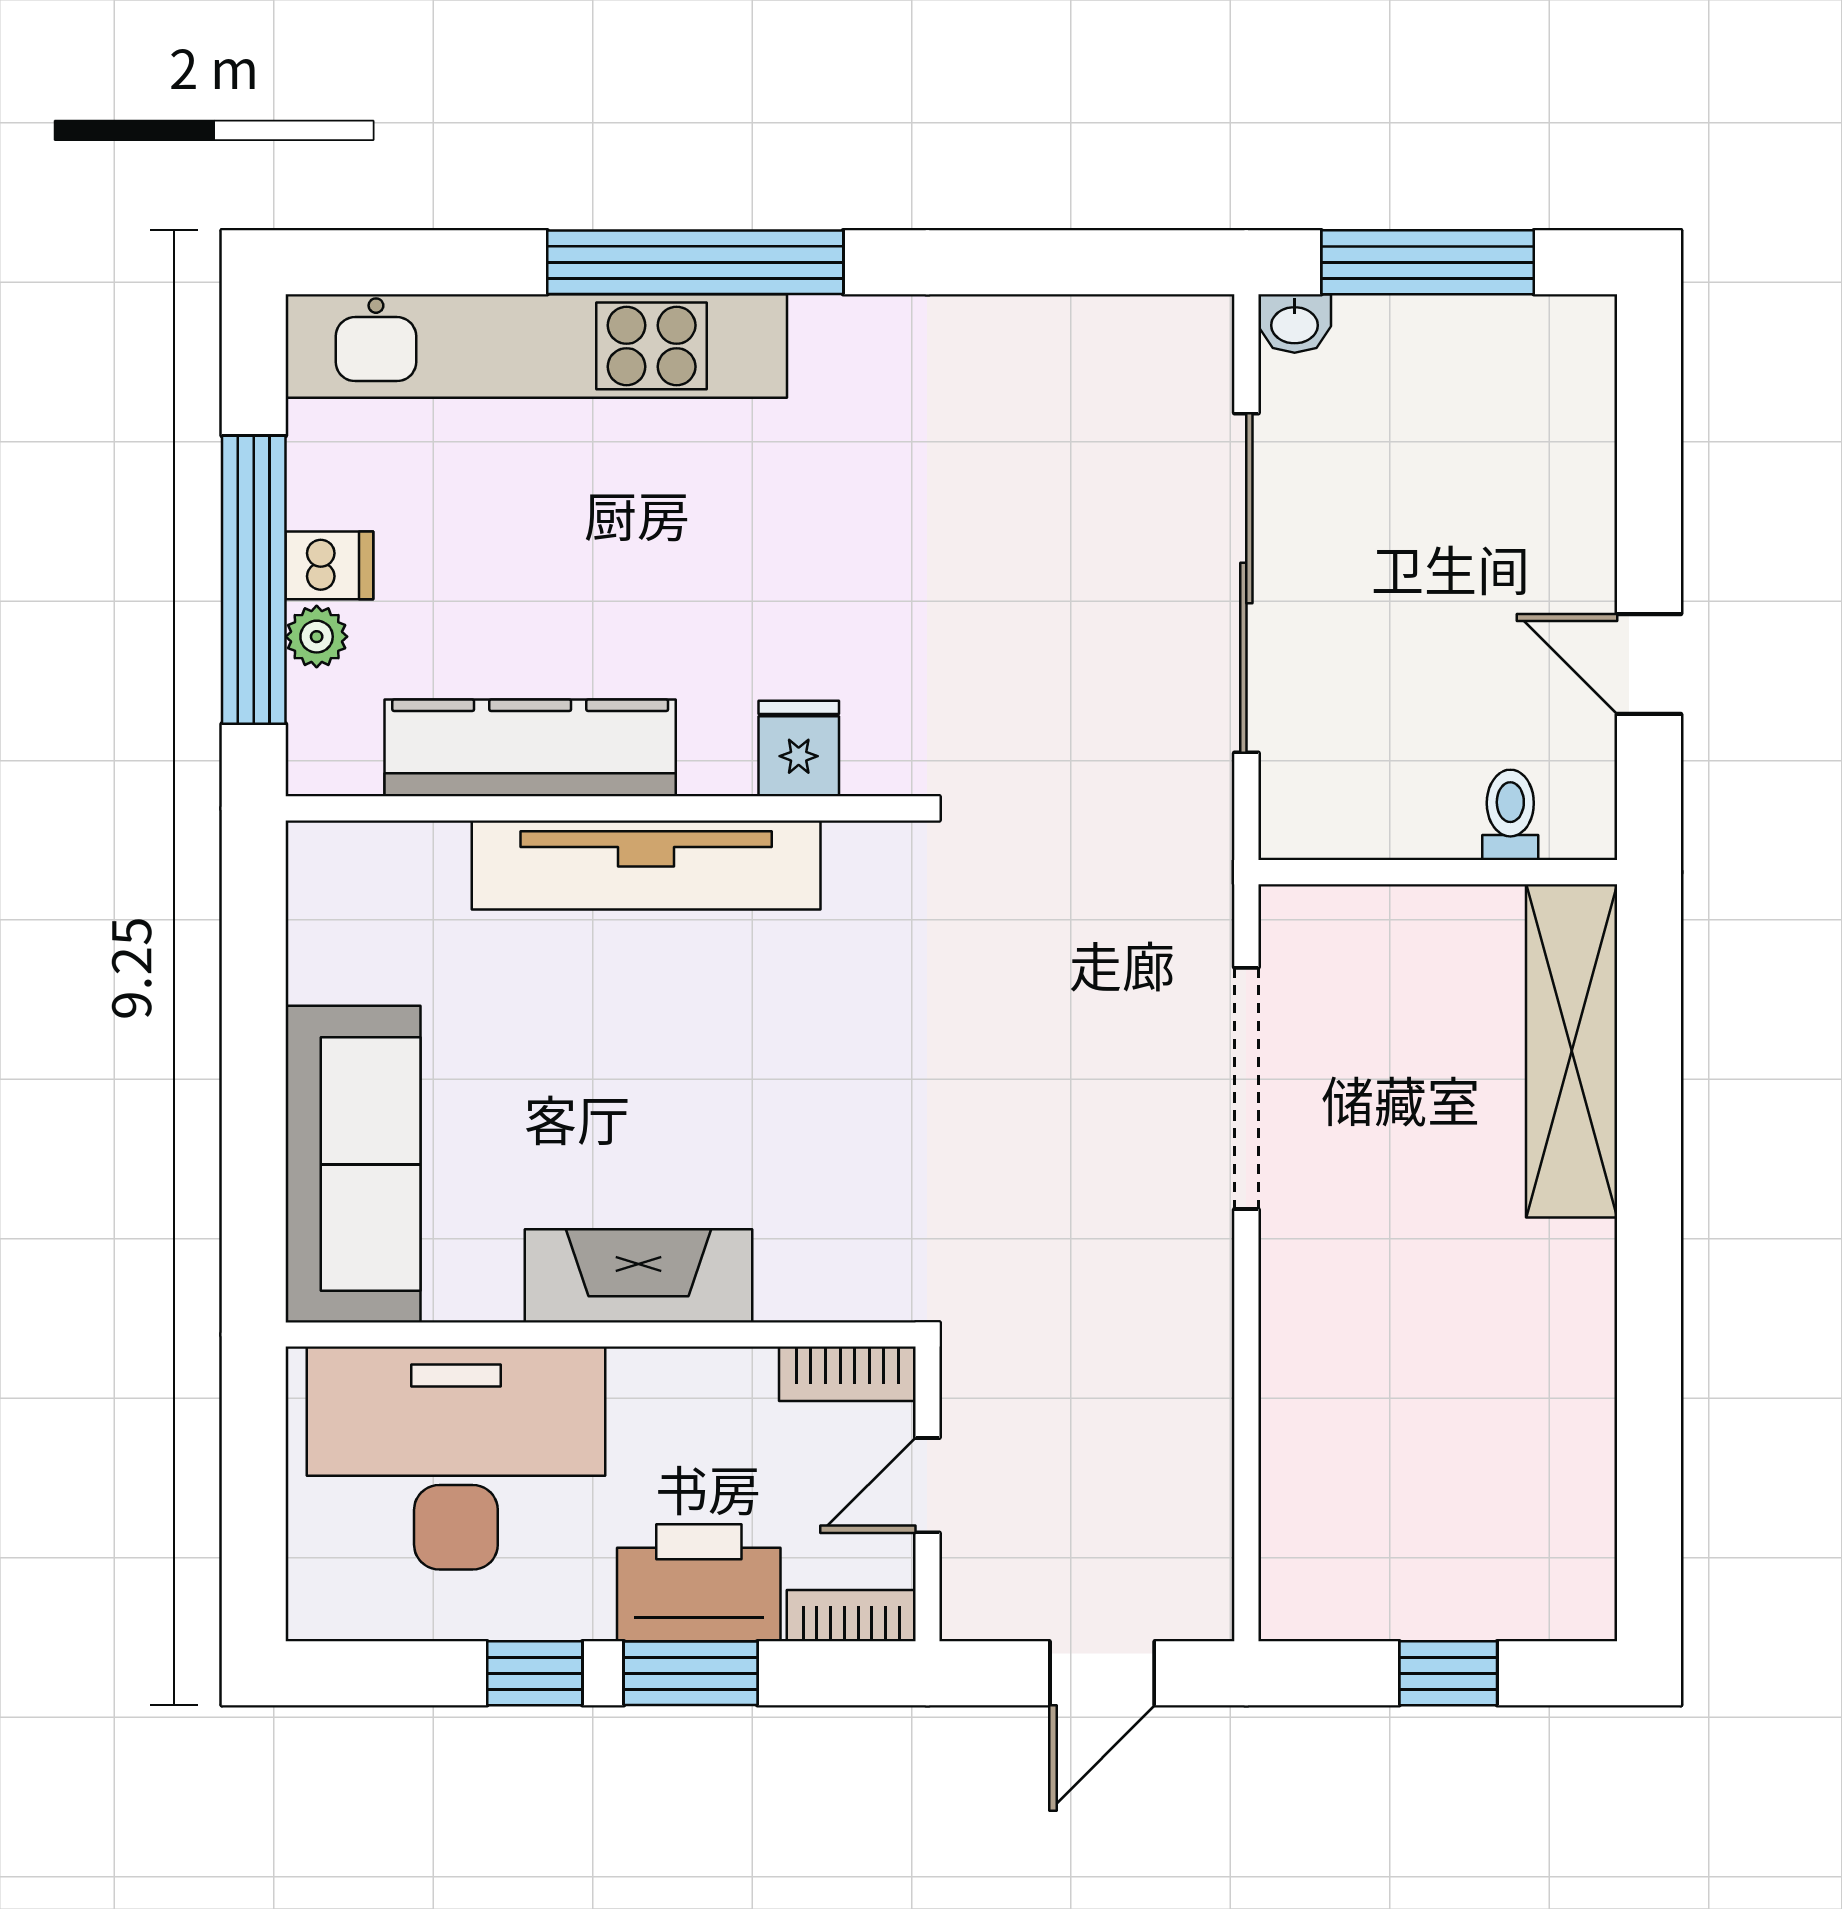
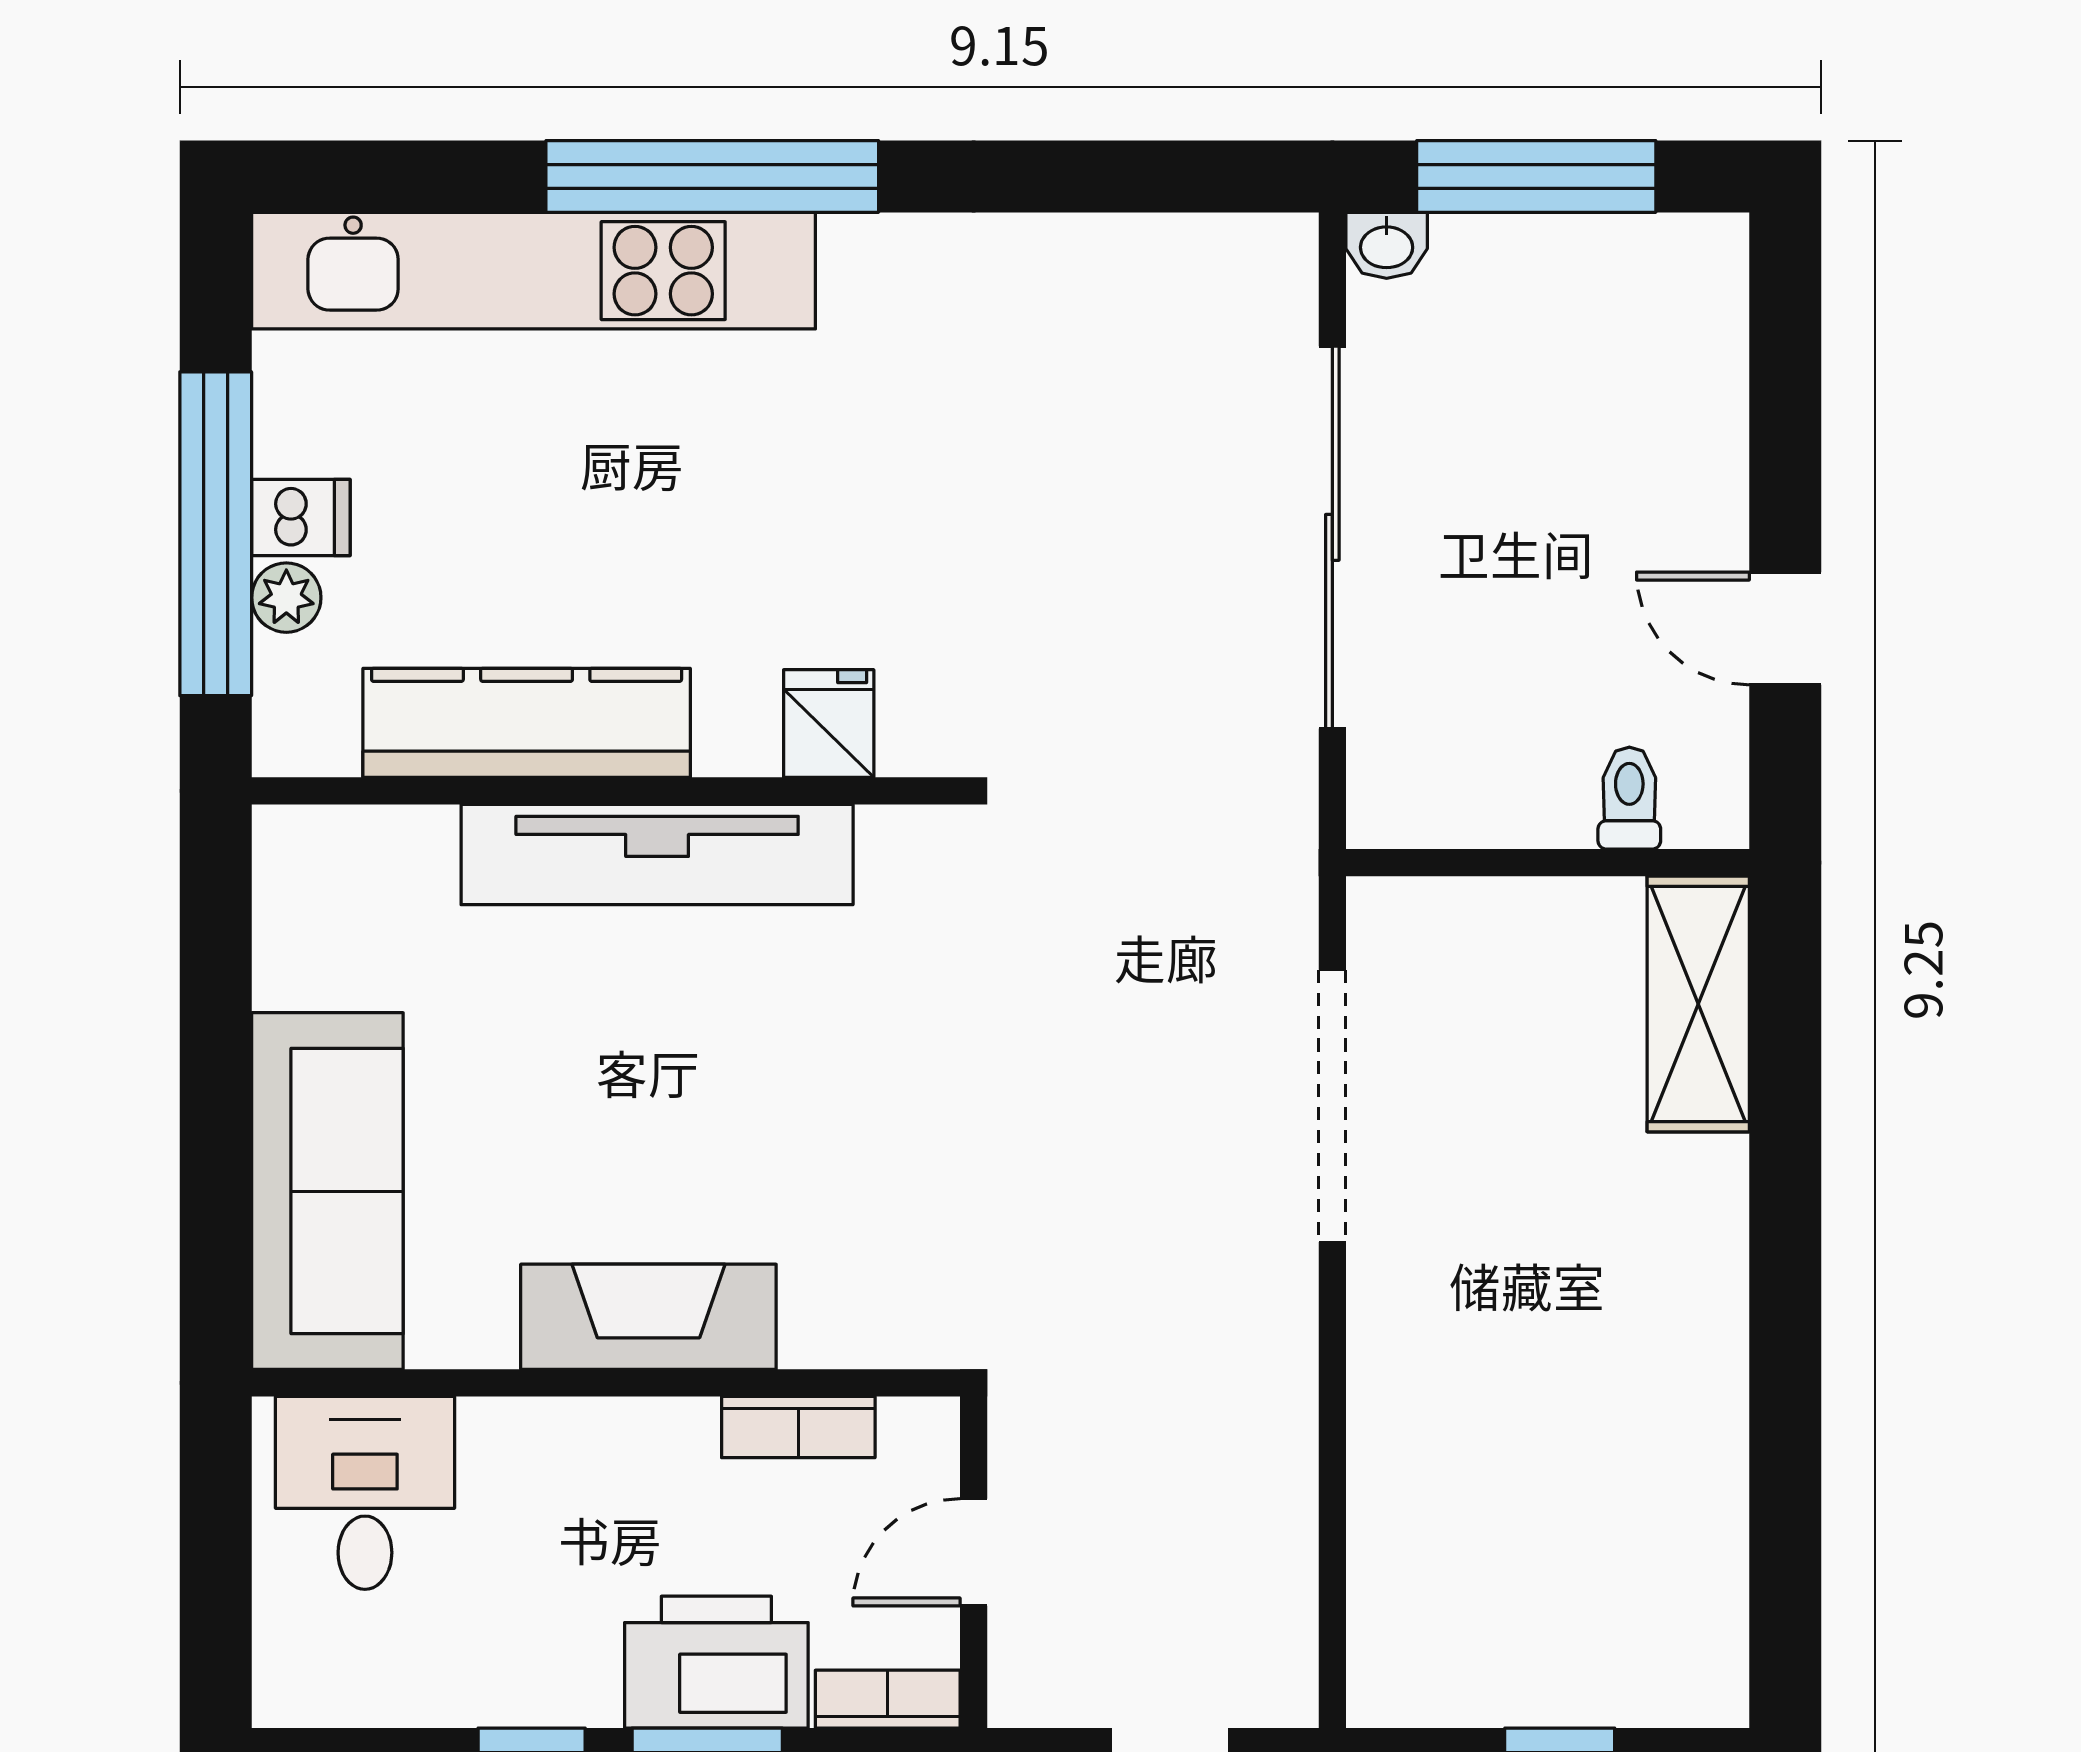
shelving: (1572, 1051) -> (1698, 1004), width x0.68
bookcase: (847, 1374) -> (798, 1427), moved
desk: (456, 1458) -> (365, 1493), width x0.53, depth x0.77

